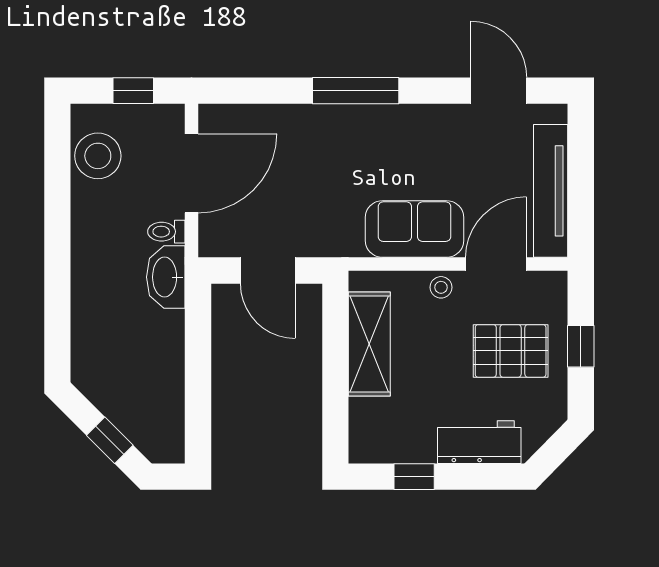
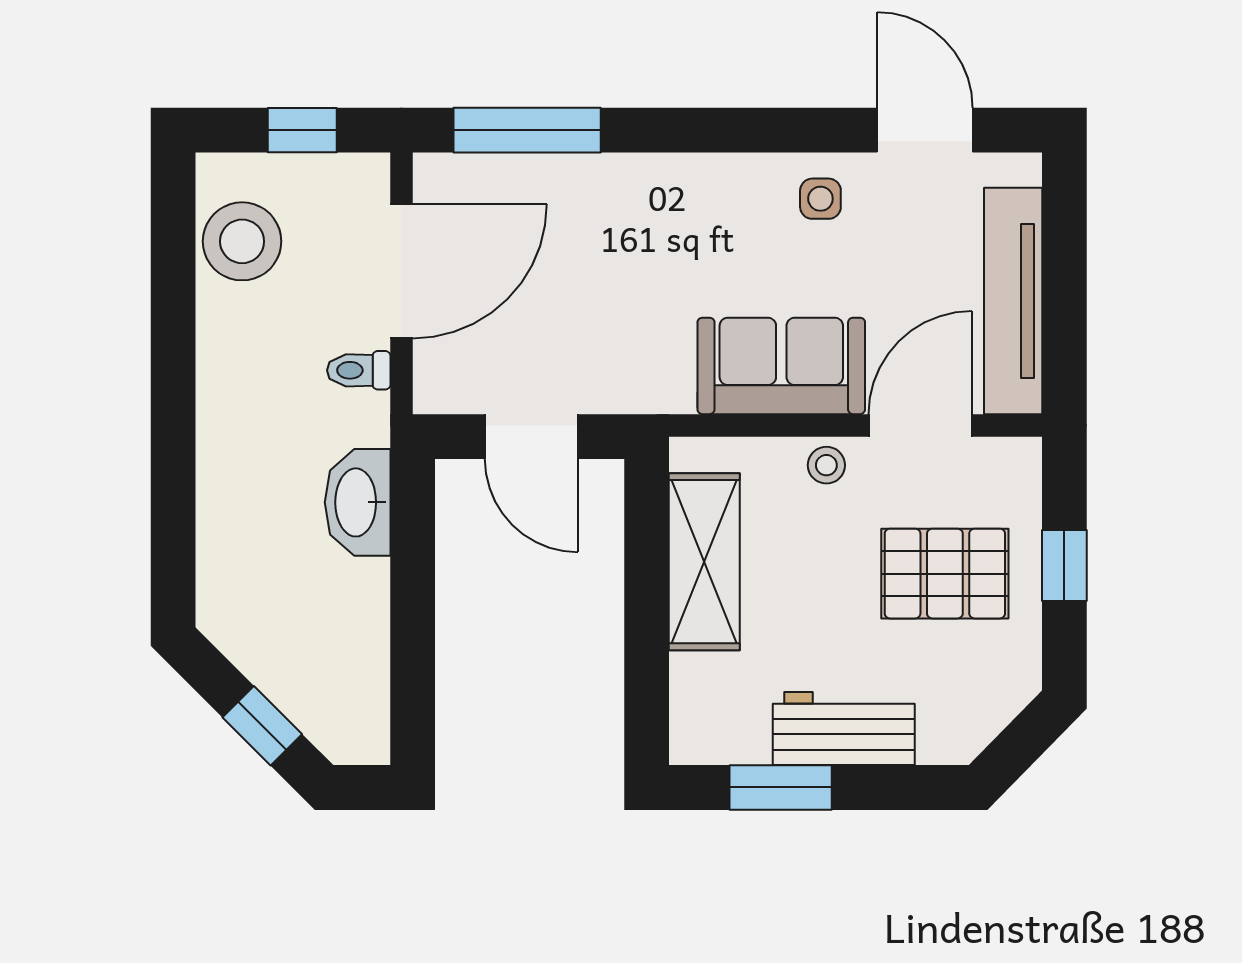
window: (356, 91) -> (527, 130), moved
side table: (438, 131) -> (820, 199), added
washbasin: (166, 277) -> (358, 502), moved
workbench: (479, 442) -> (844, 729), moved
window: (414, 477) -> (781, 787), width x1.50

